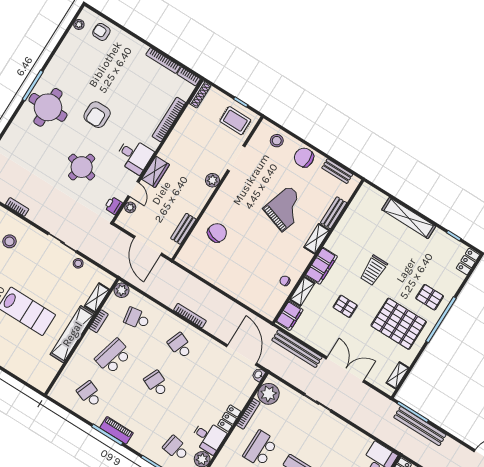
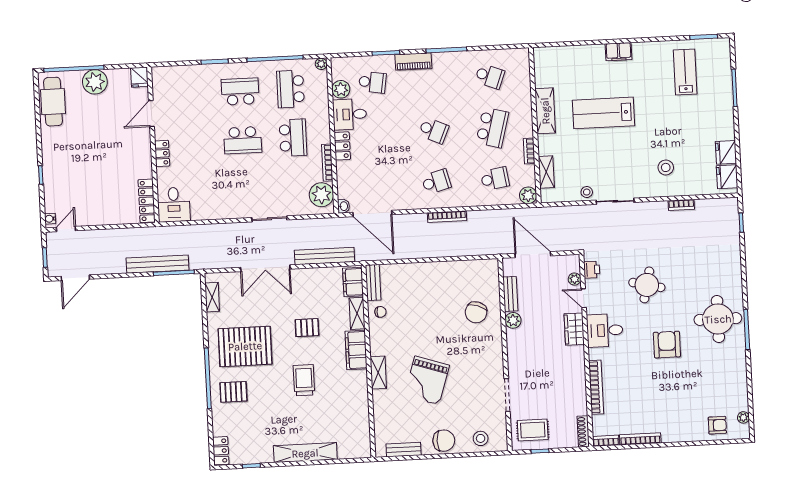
plant: (212, 180) -> (513, 320), moved
bench: (334, 213) -> (373, 282), moved
shelving: (72, 334) -> (545, 111), width x0.68
school desk: (180, 346) -> (436, 182), turned -36
piano: (116, 430) -> (413, 61), moved

